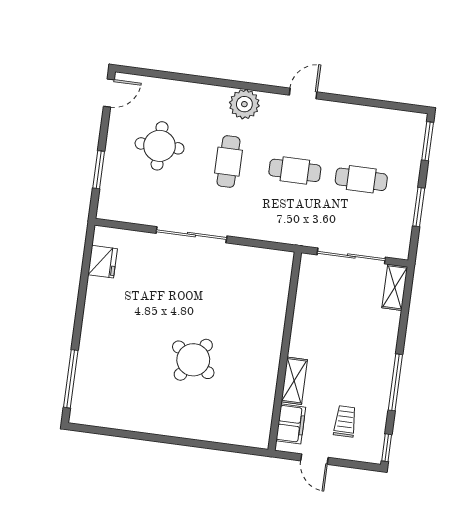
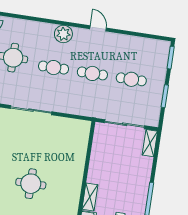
door: (303, 93) -> (98, 28), hinge flipped
cafe table: (228, 162) -> (53, 68), turned 90
round table: (193, 360) -> (31, 184), turned -34

